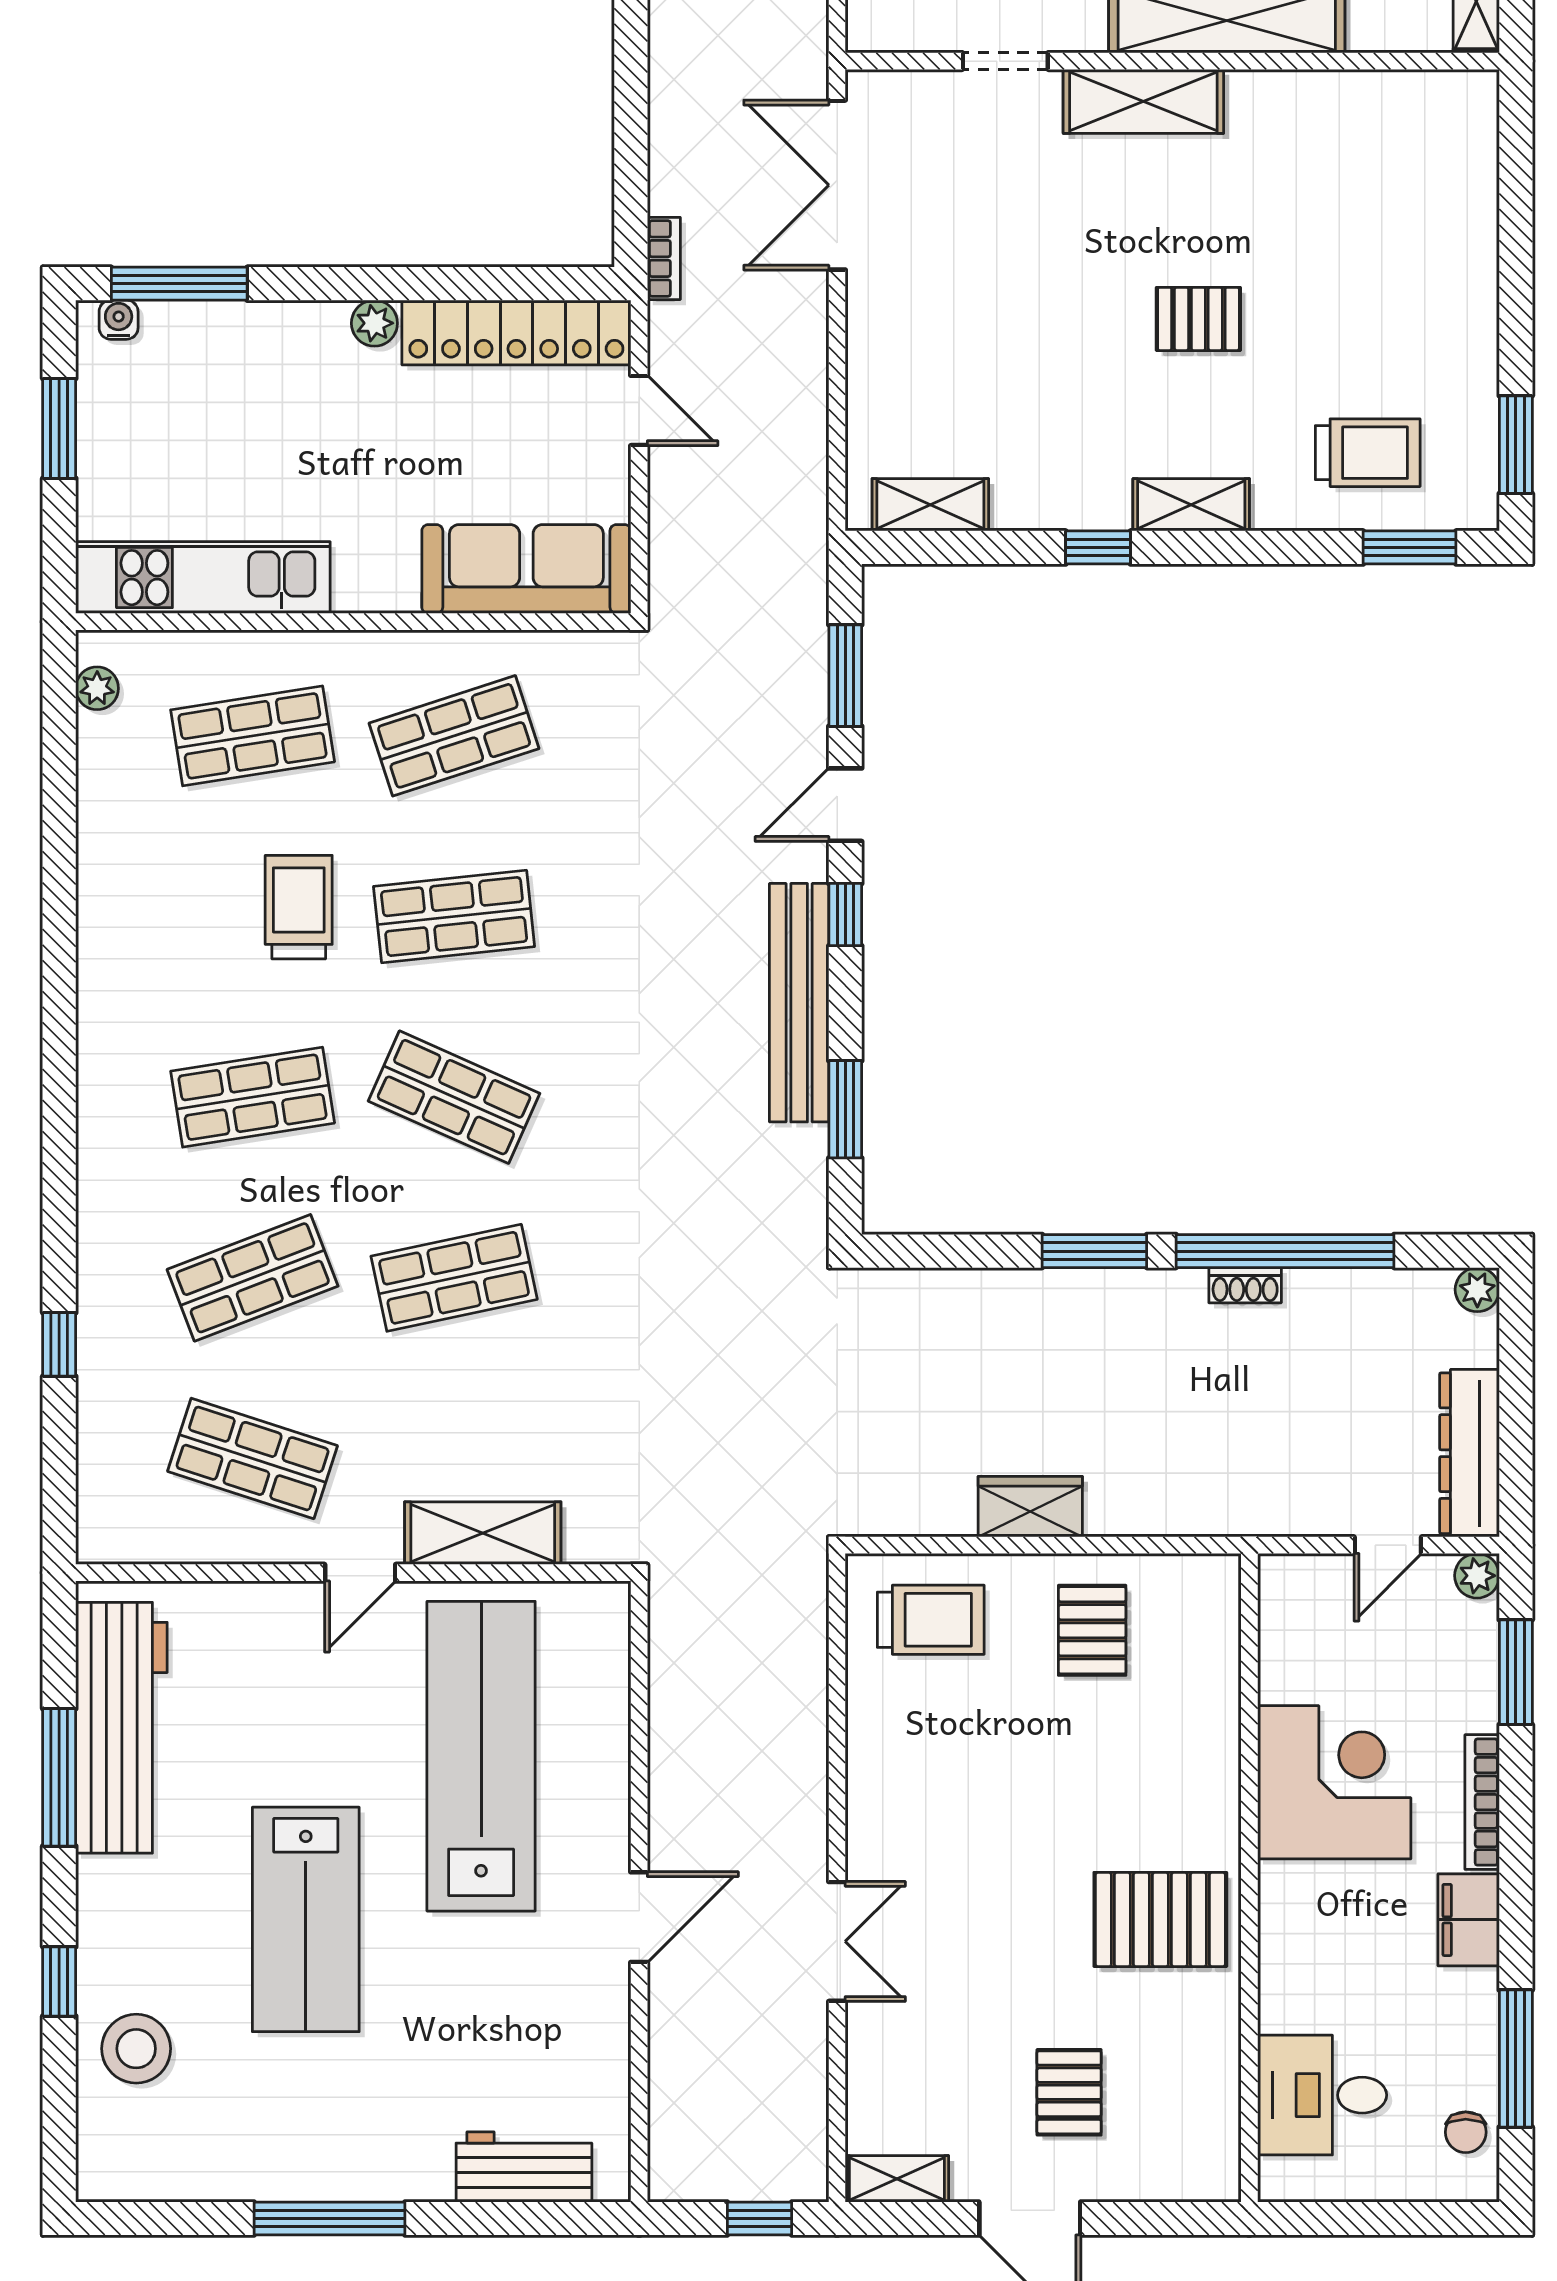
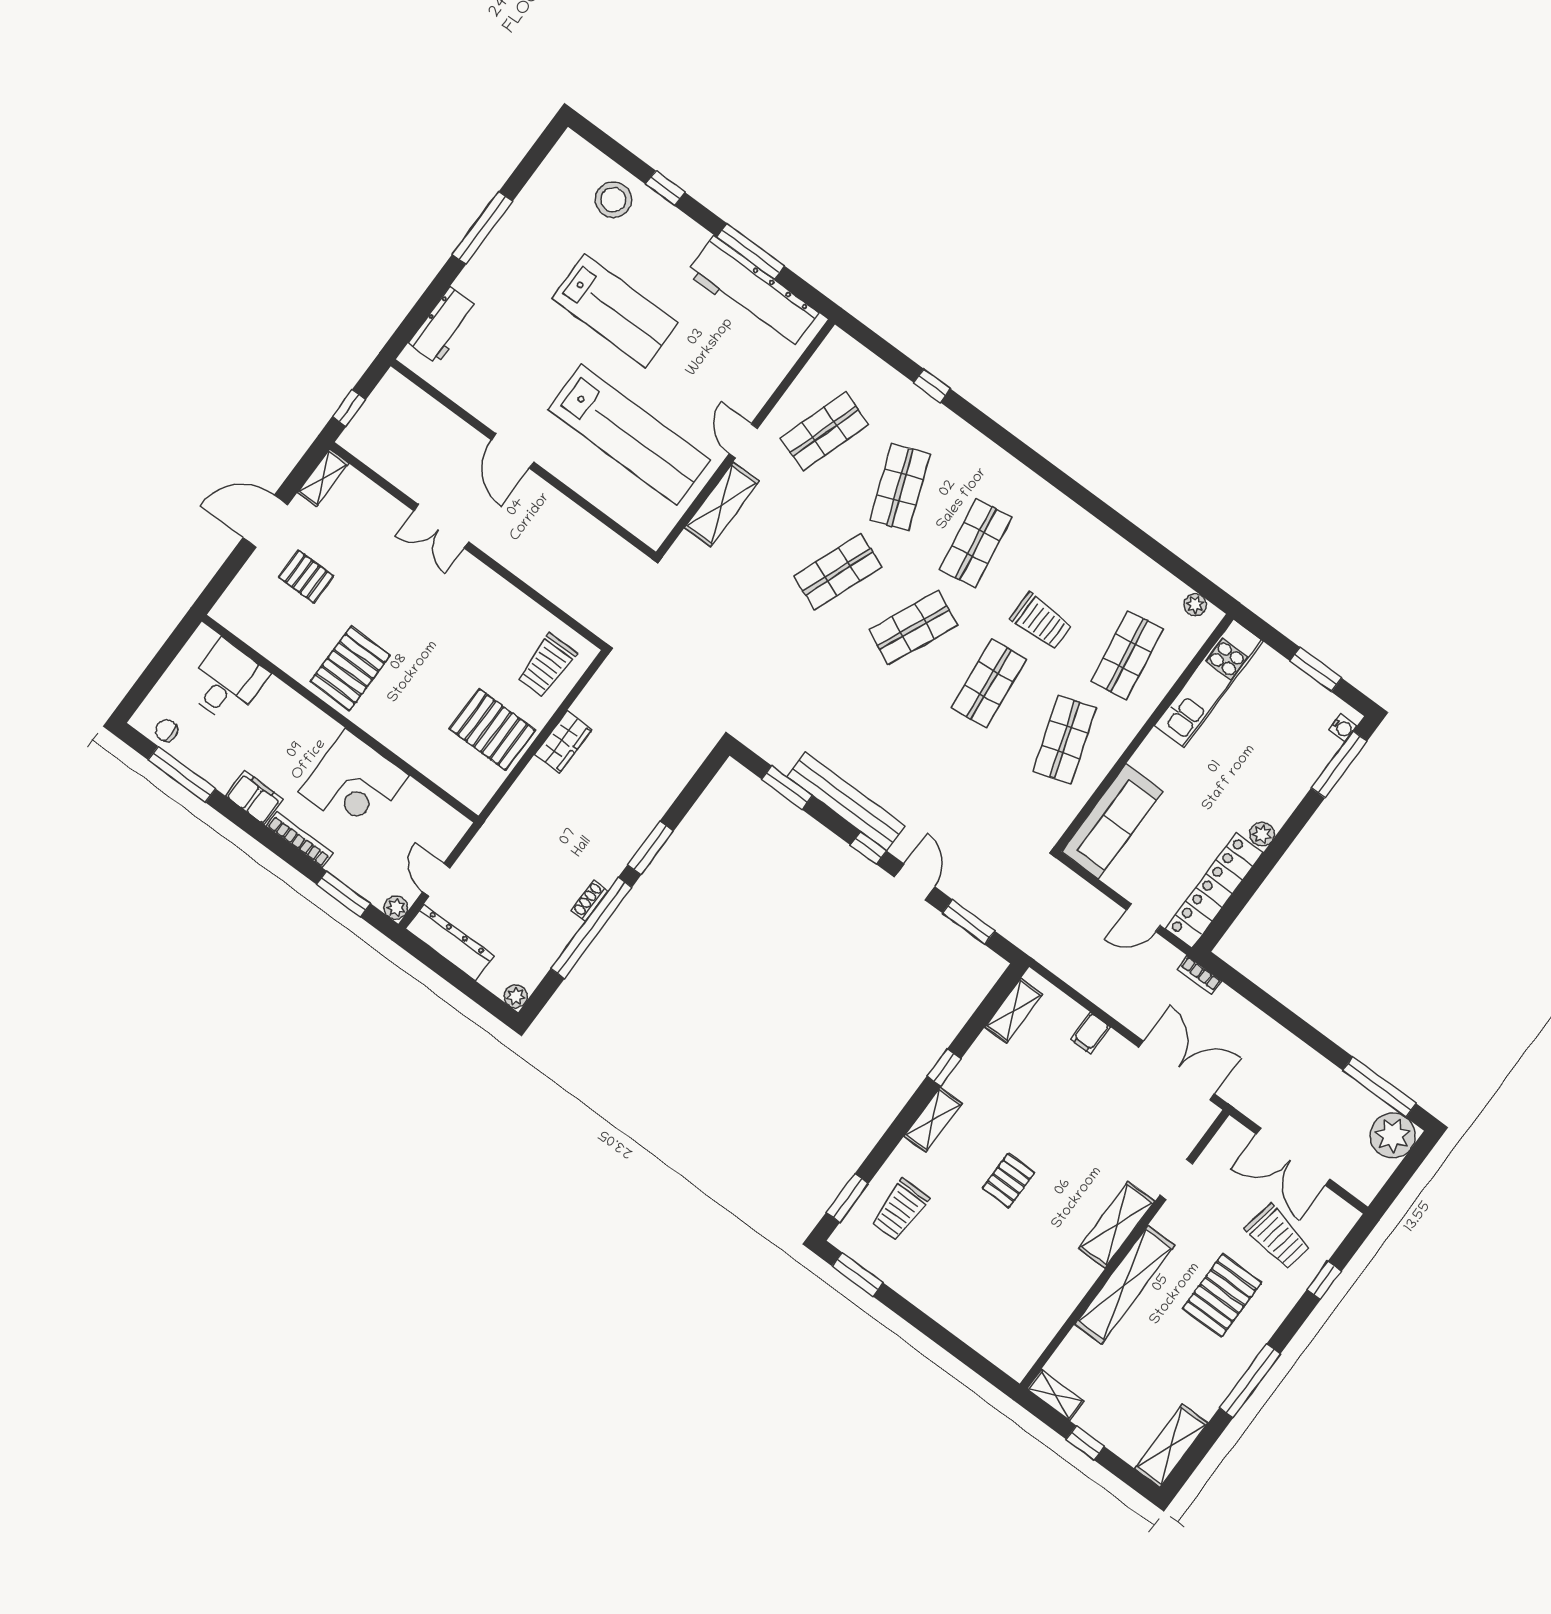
filing cabinet: (878, 361) -> (1090, 1033), added
shop shelf: (454, 1278) -> (838, 572), turned 33
pallet: (1092, 1630) -> (492, 730), width x1.50, depth x1.42
lab bench: (306, 1919) -> (615, 311), turned 180

